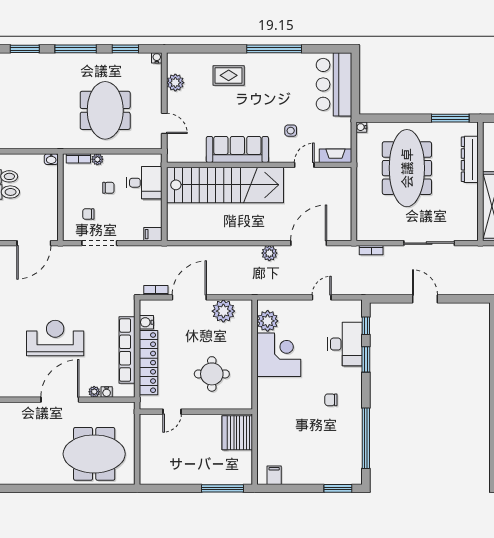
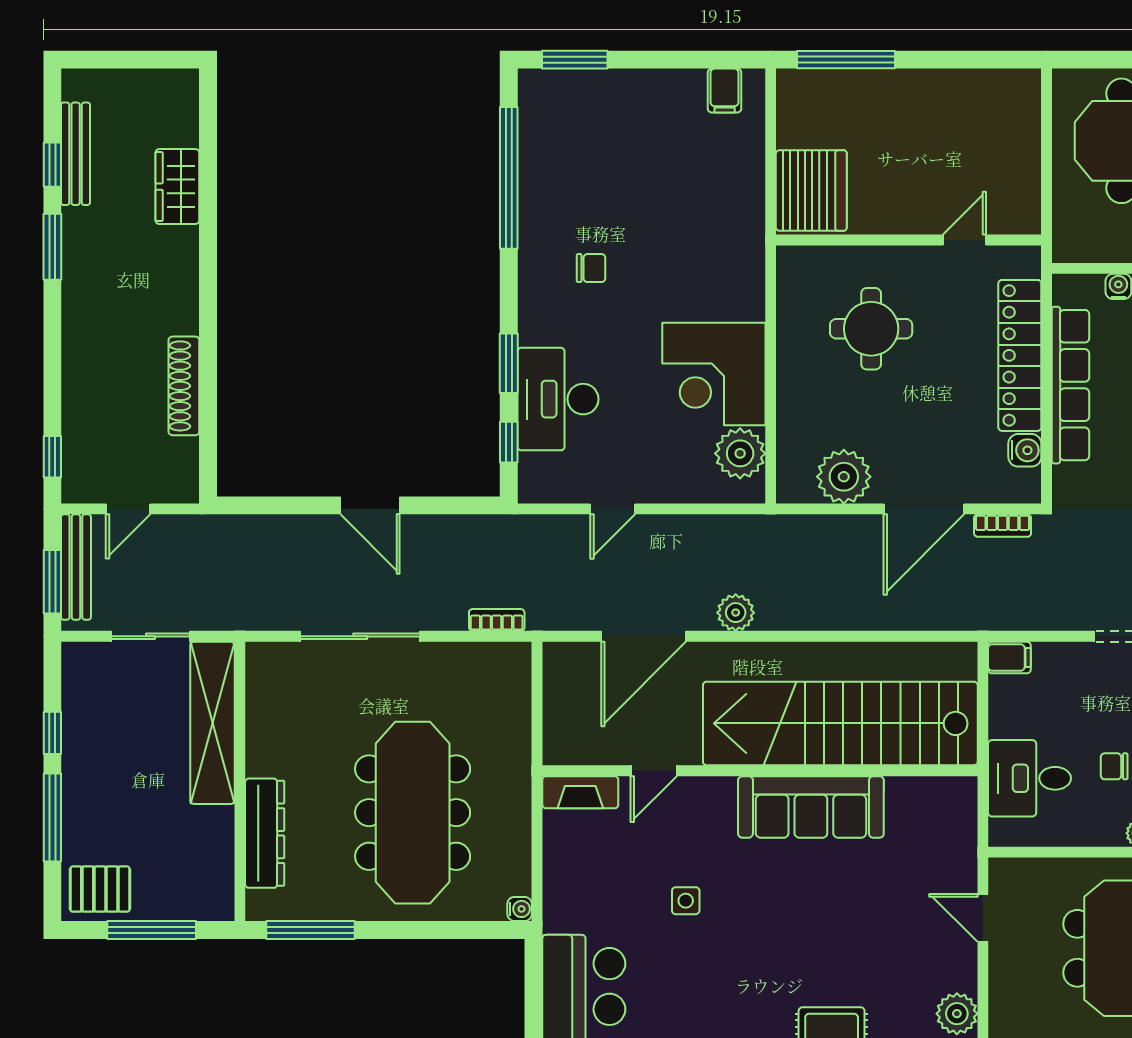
sofa: (237, 149) -> (811, 807), moved
fireplace: (336, 156) -> (580, 792), moved
wall: (259, 165) -> (760, 771), moved
door: (304, 165) -> (654, 771), moved
stairs: (225, 185) -> (840, 723), moved

